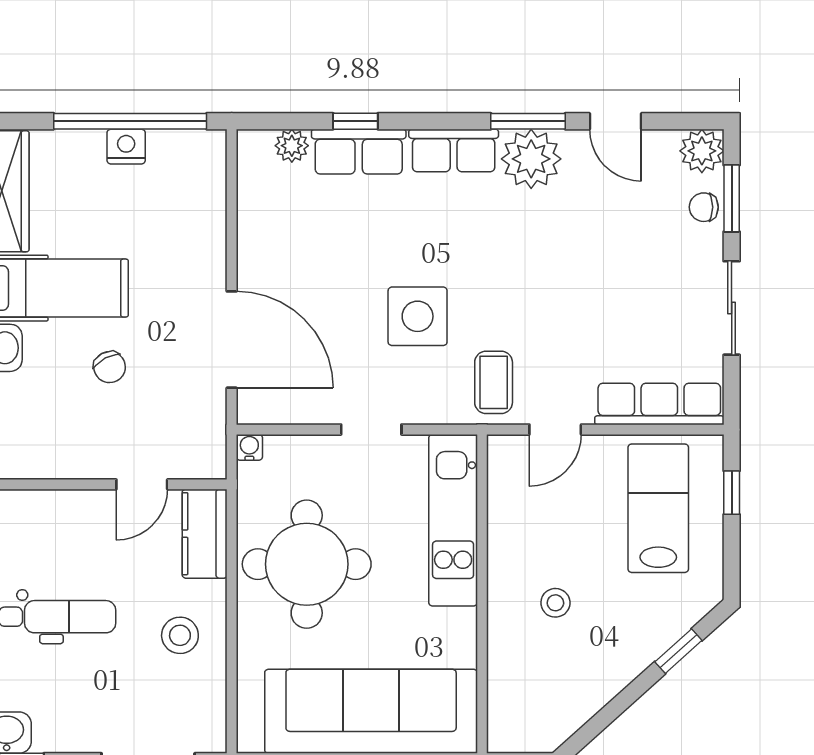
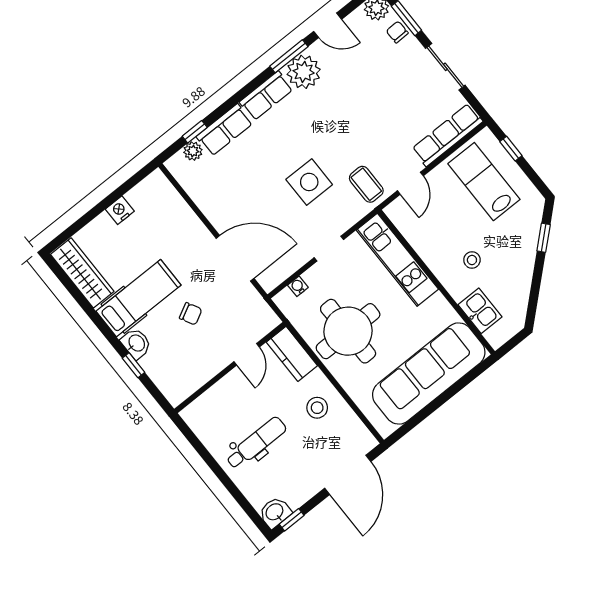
window: (130, 121) -> (113, 198), removed
window: (355, 121) -> (195, 132), moved
chair: (704, 207) -> (397, 32), turned 89
water cooler: (249, 447) -> (298, 286), moved
kitchen sink: (510, 681) -> (480, 311), added

